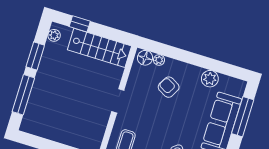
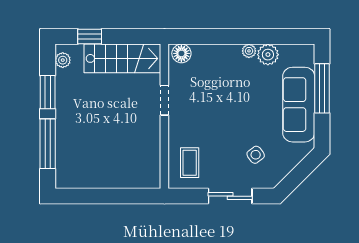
plant: (159, 60) -> (249, 51), moved
armchair: (169, 87) -> (221, 80), removed
doorway: (118, 101) -> (164, 100), moved

